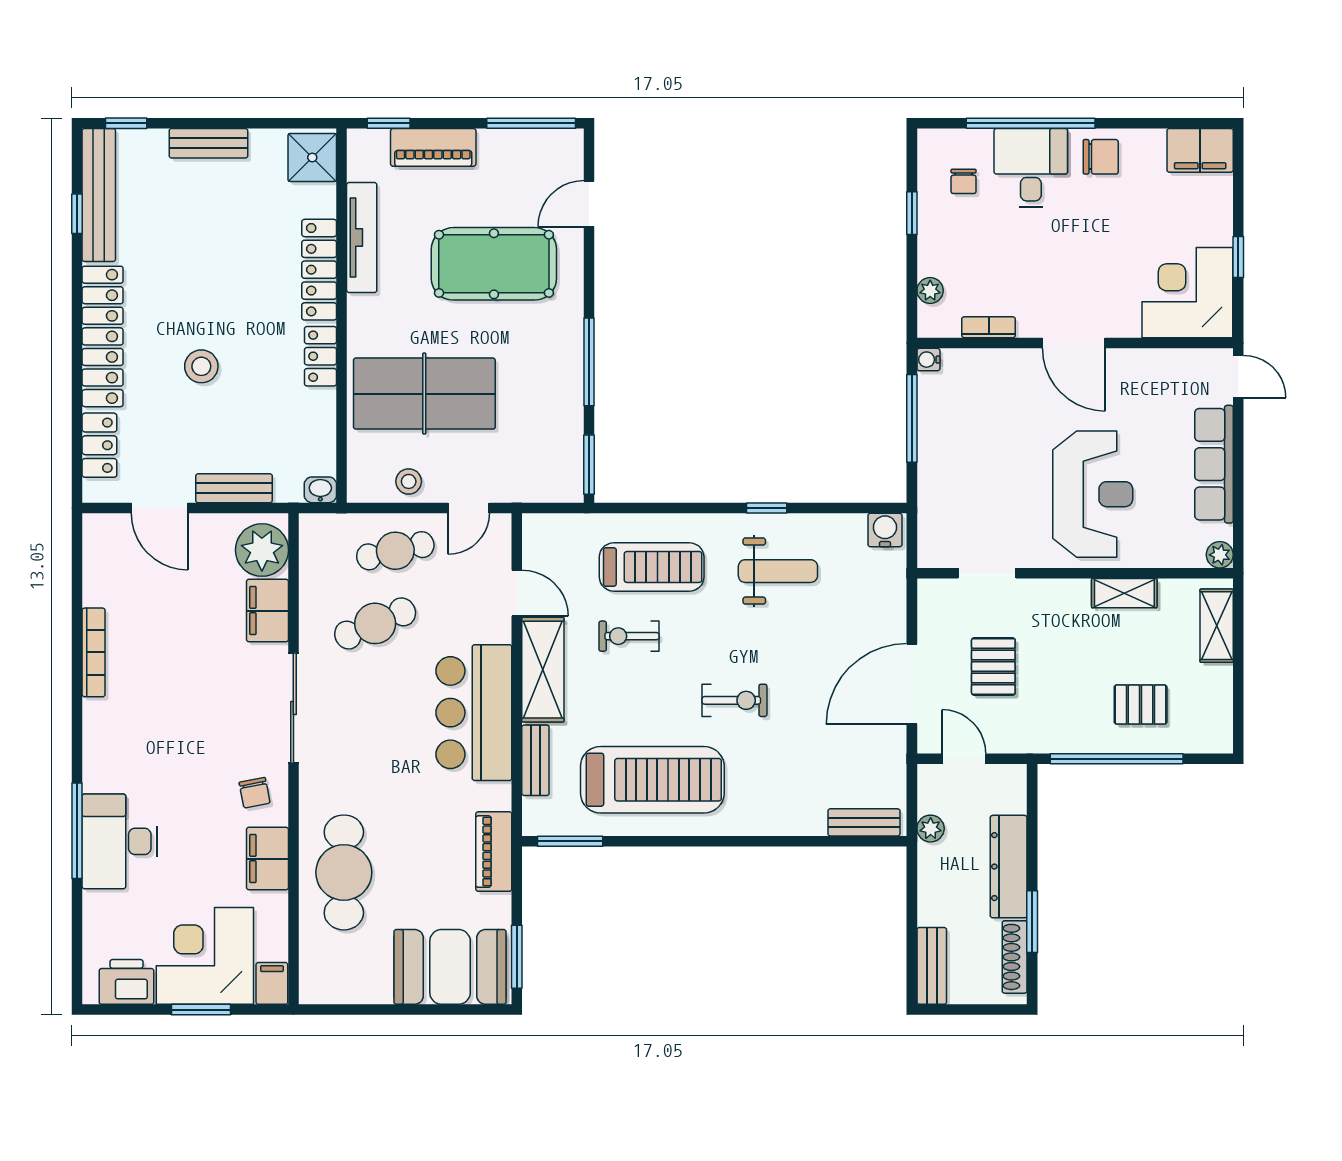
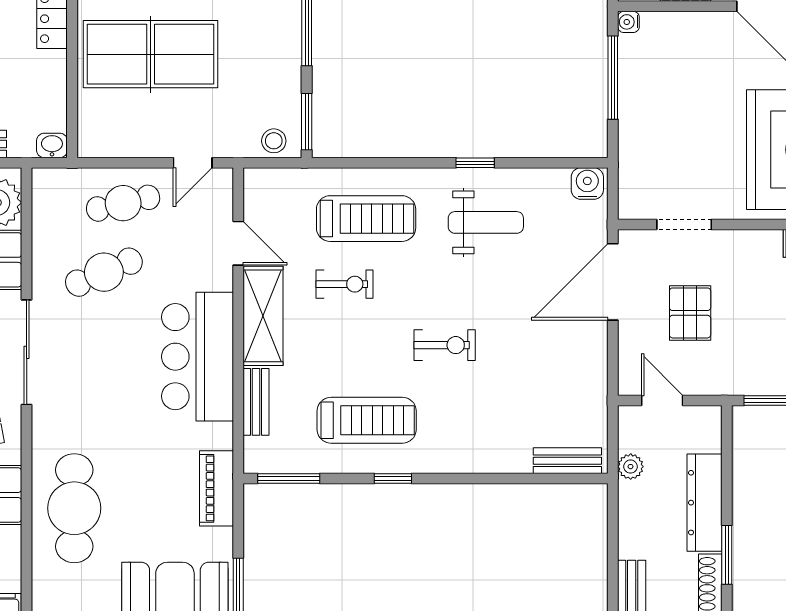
stool: (409, 481) -> (274, 141), moved
exercise bike: (629, 636) -> (345, 284), turned 180
door: (912, 684) -> (613, 282), moved
treadmill: (652, 780) -> (367, 420), width x0.73, depth x0.73
window: (680, 841) -> (393, 479), added

